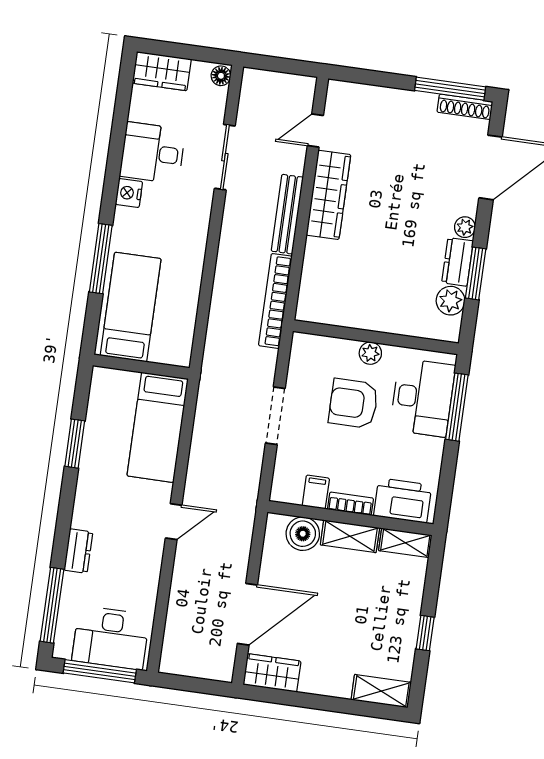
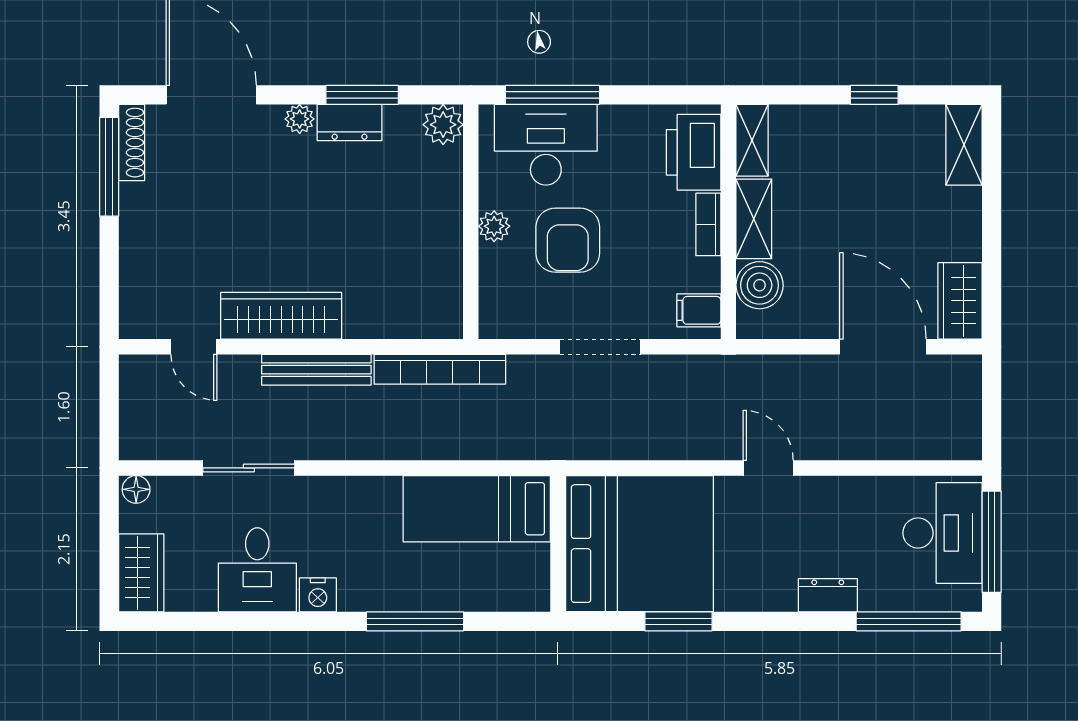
plant: (451, 301) -> (443, 125), moved
bed: (131, 307) -> (477, 509), moved
bed: (158, 427) -> (639, 544), width x2.04
filing cabinet: (316, 492) -> (699, 310), moved

